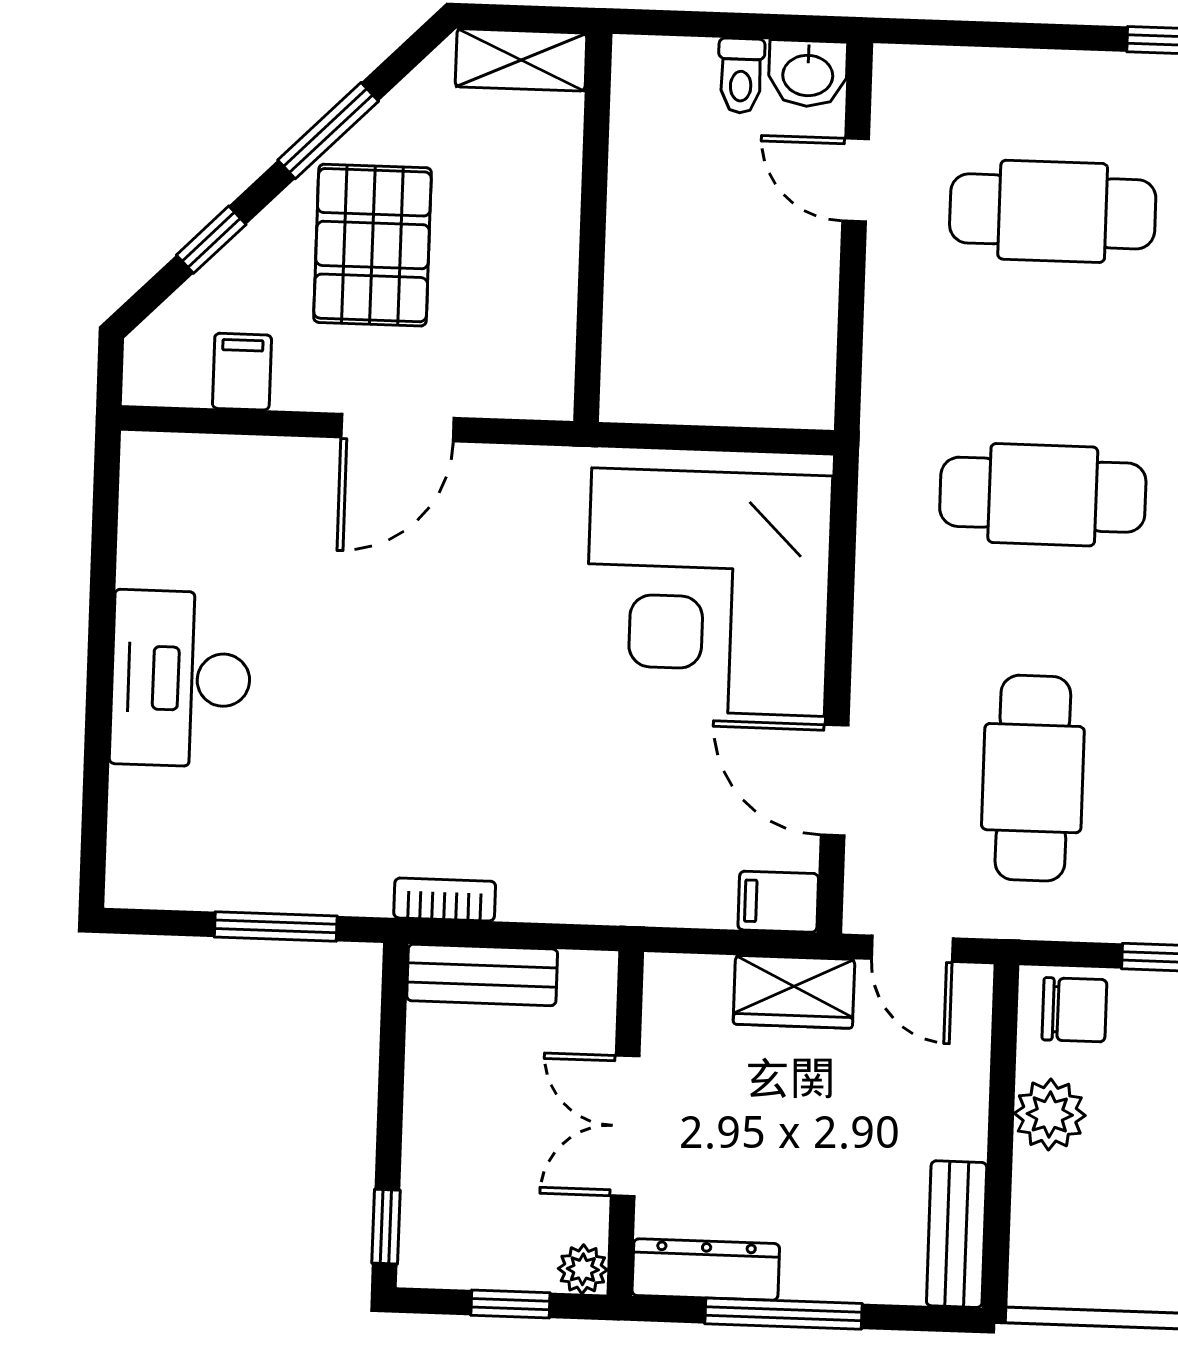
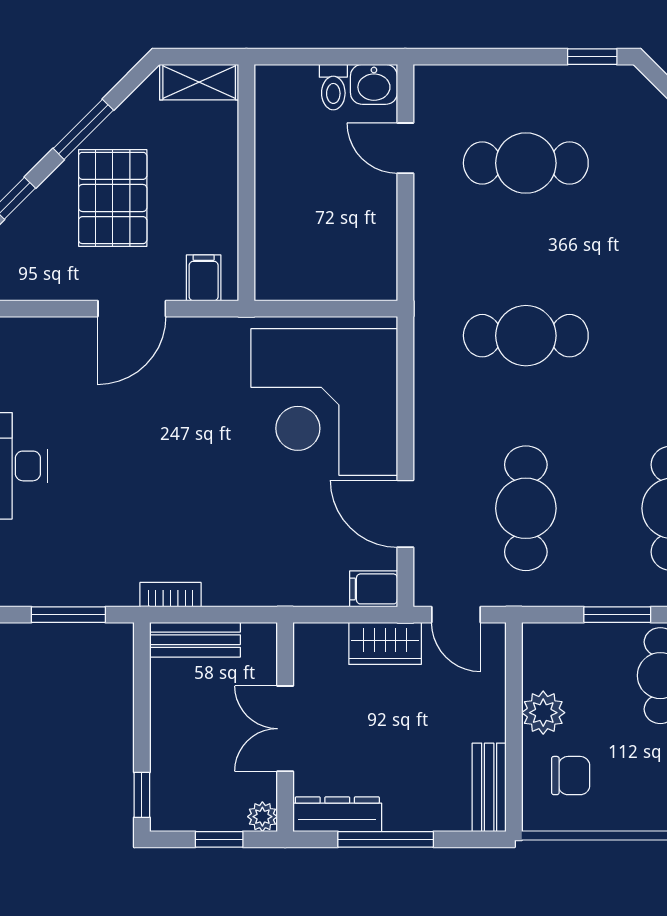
filing cabinet: (242, 372) -> (204, 278), moved
chair: (1074, 1010) -> (571, 776), moved

